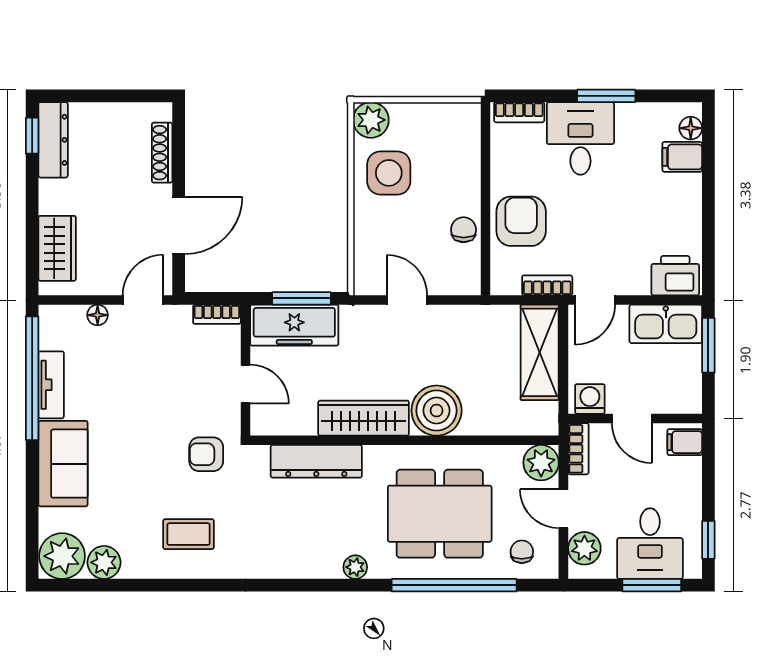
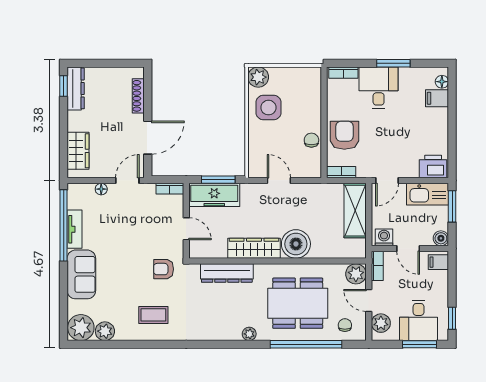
bookcase: (547, 285) -> (341, 172), moved
boiler: (689, 401) -> (441, 238), added

